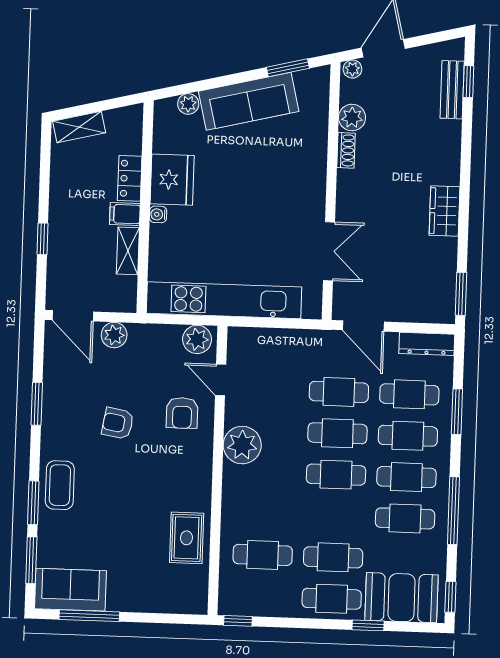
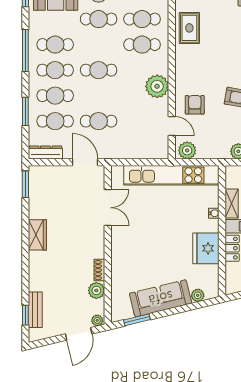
water cooler: (158, 214) -> (214, 213), moved
double door: (329, 251) -> (108, 208), swing flipped
cafe table: (337, 433) -> (142, 45), moved

